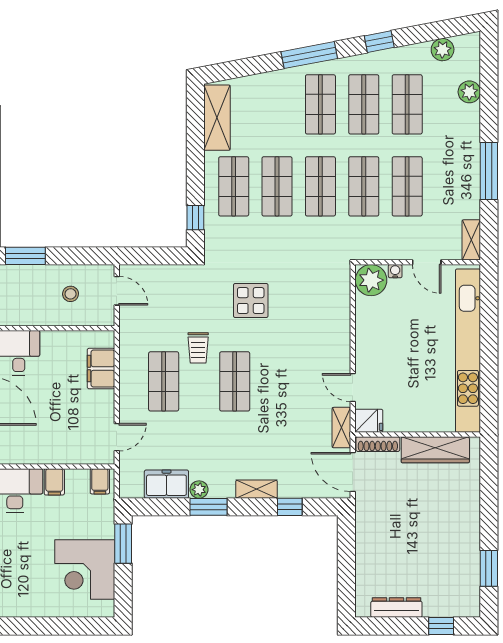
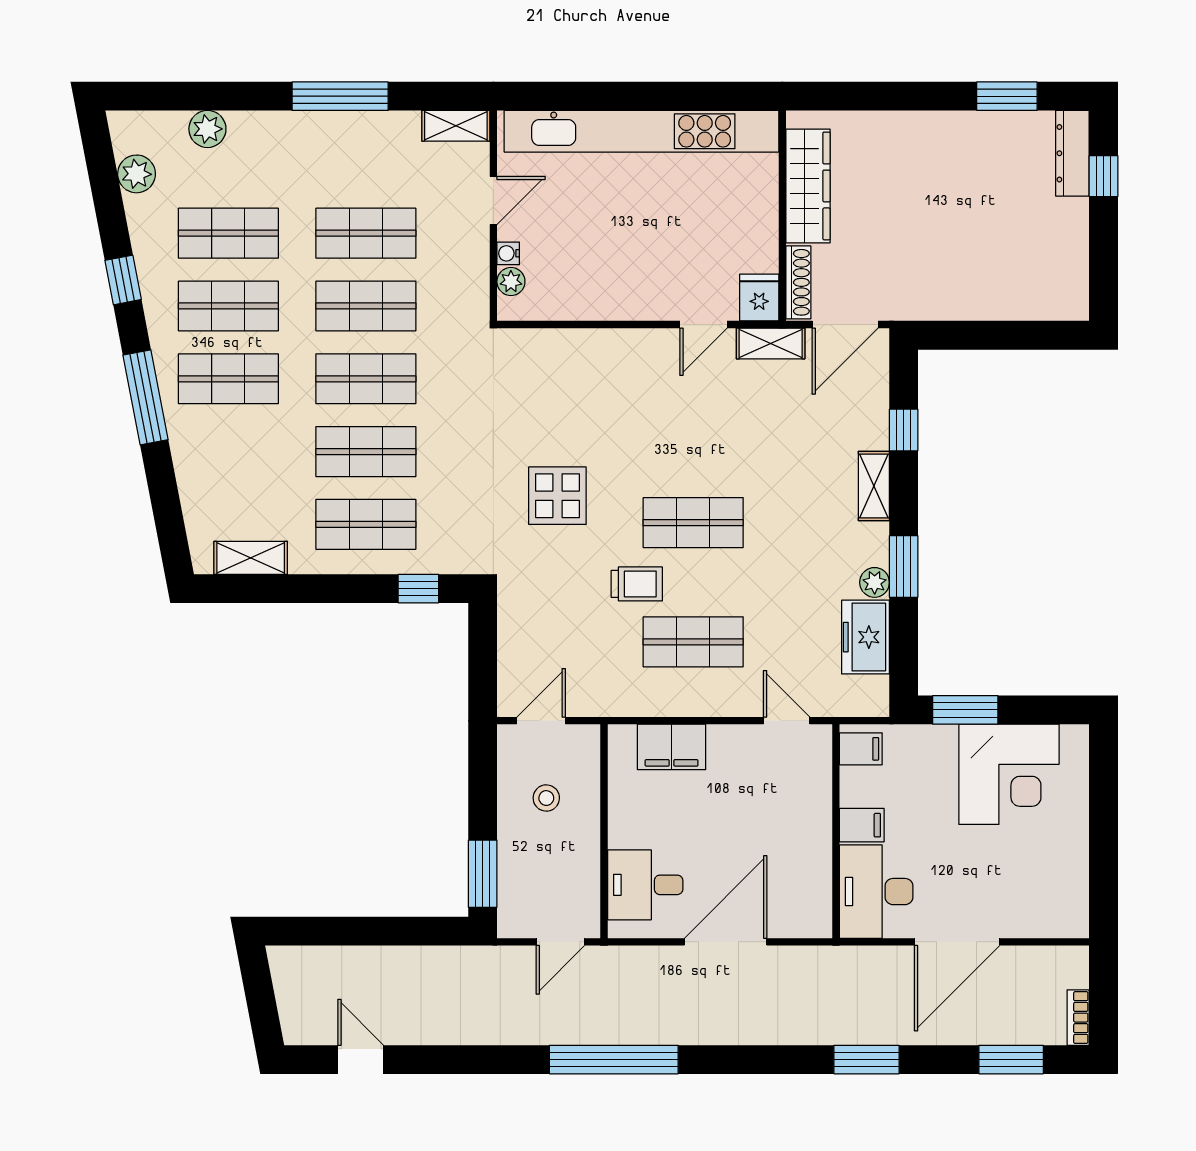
shelving: (217, 118) -> (251, 558), width x0.67, depth x0.75
plant: (371, 280) -> (511, 282), width x0.53, depth x0.53
dresser: (396, 607) -> (1072, 153), moved

